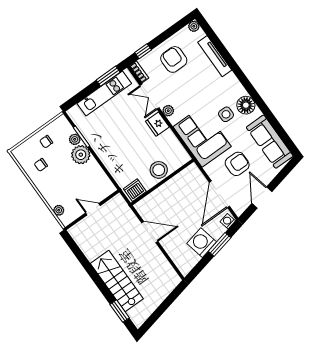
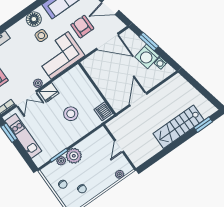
stool: (159, 170) -> (71, 114), moved
washing machine: (228, 221) -> (161, 63), moved

